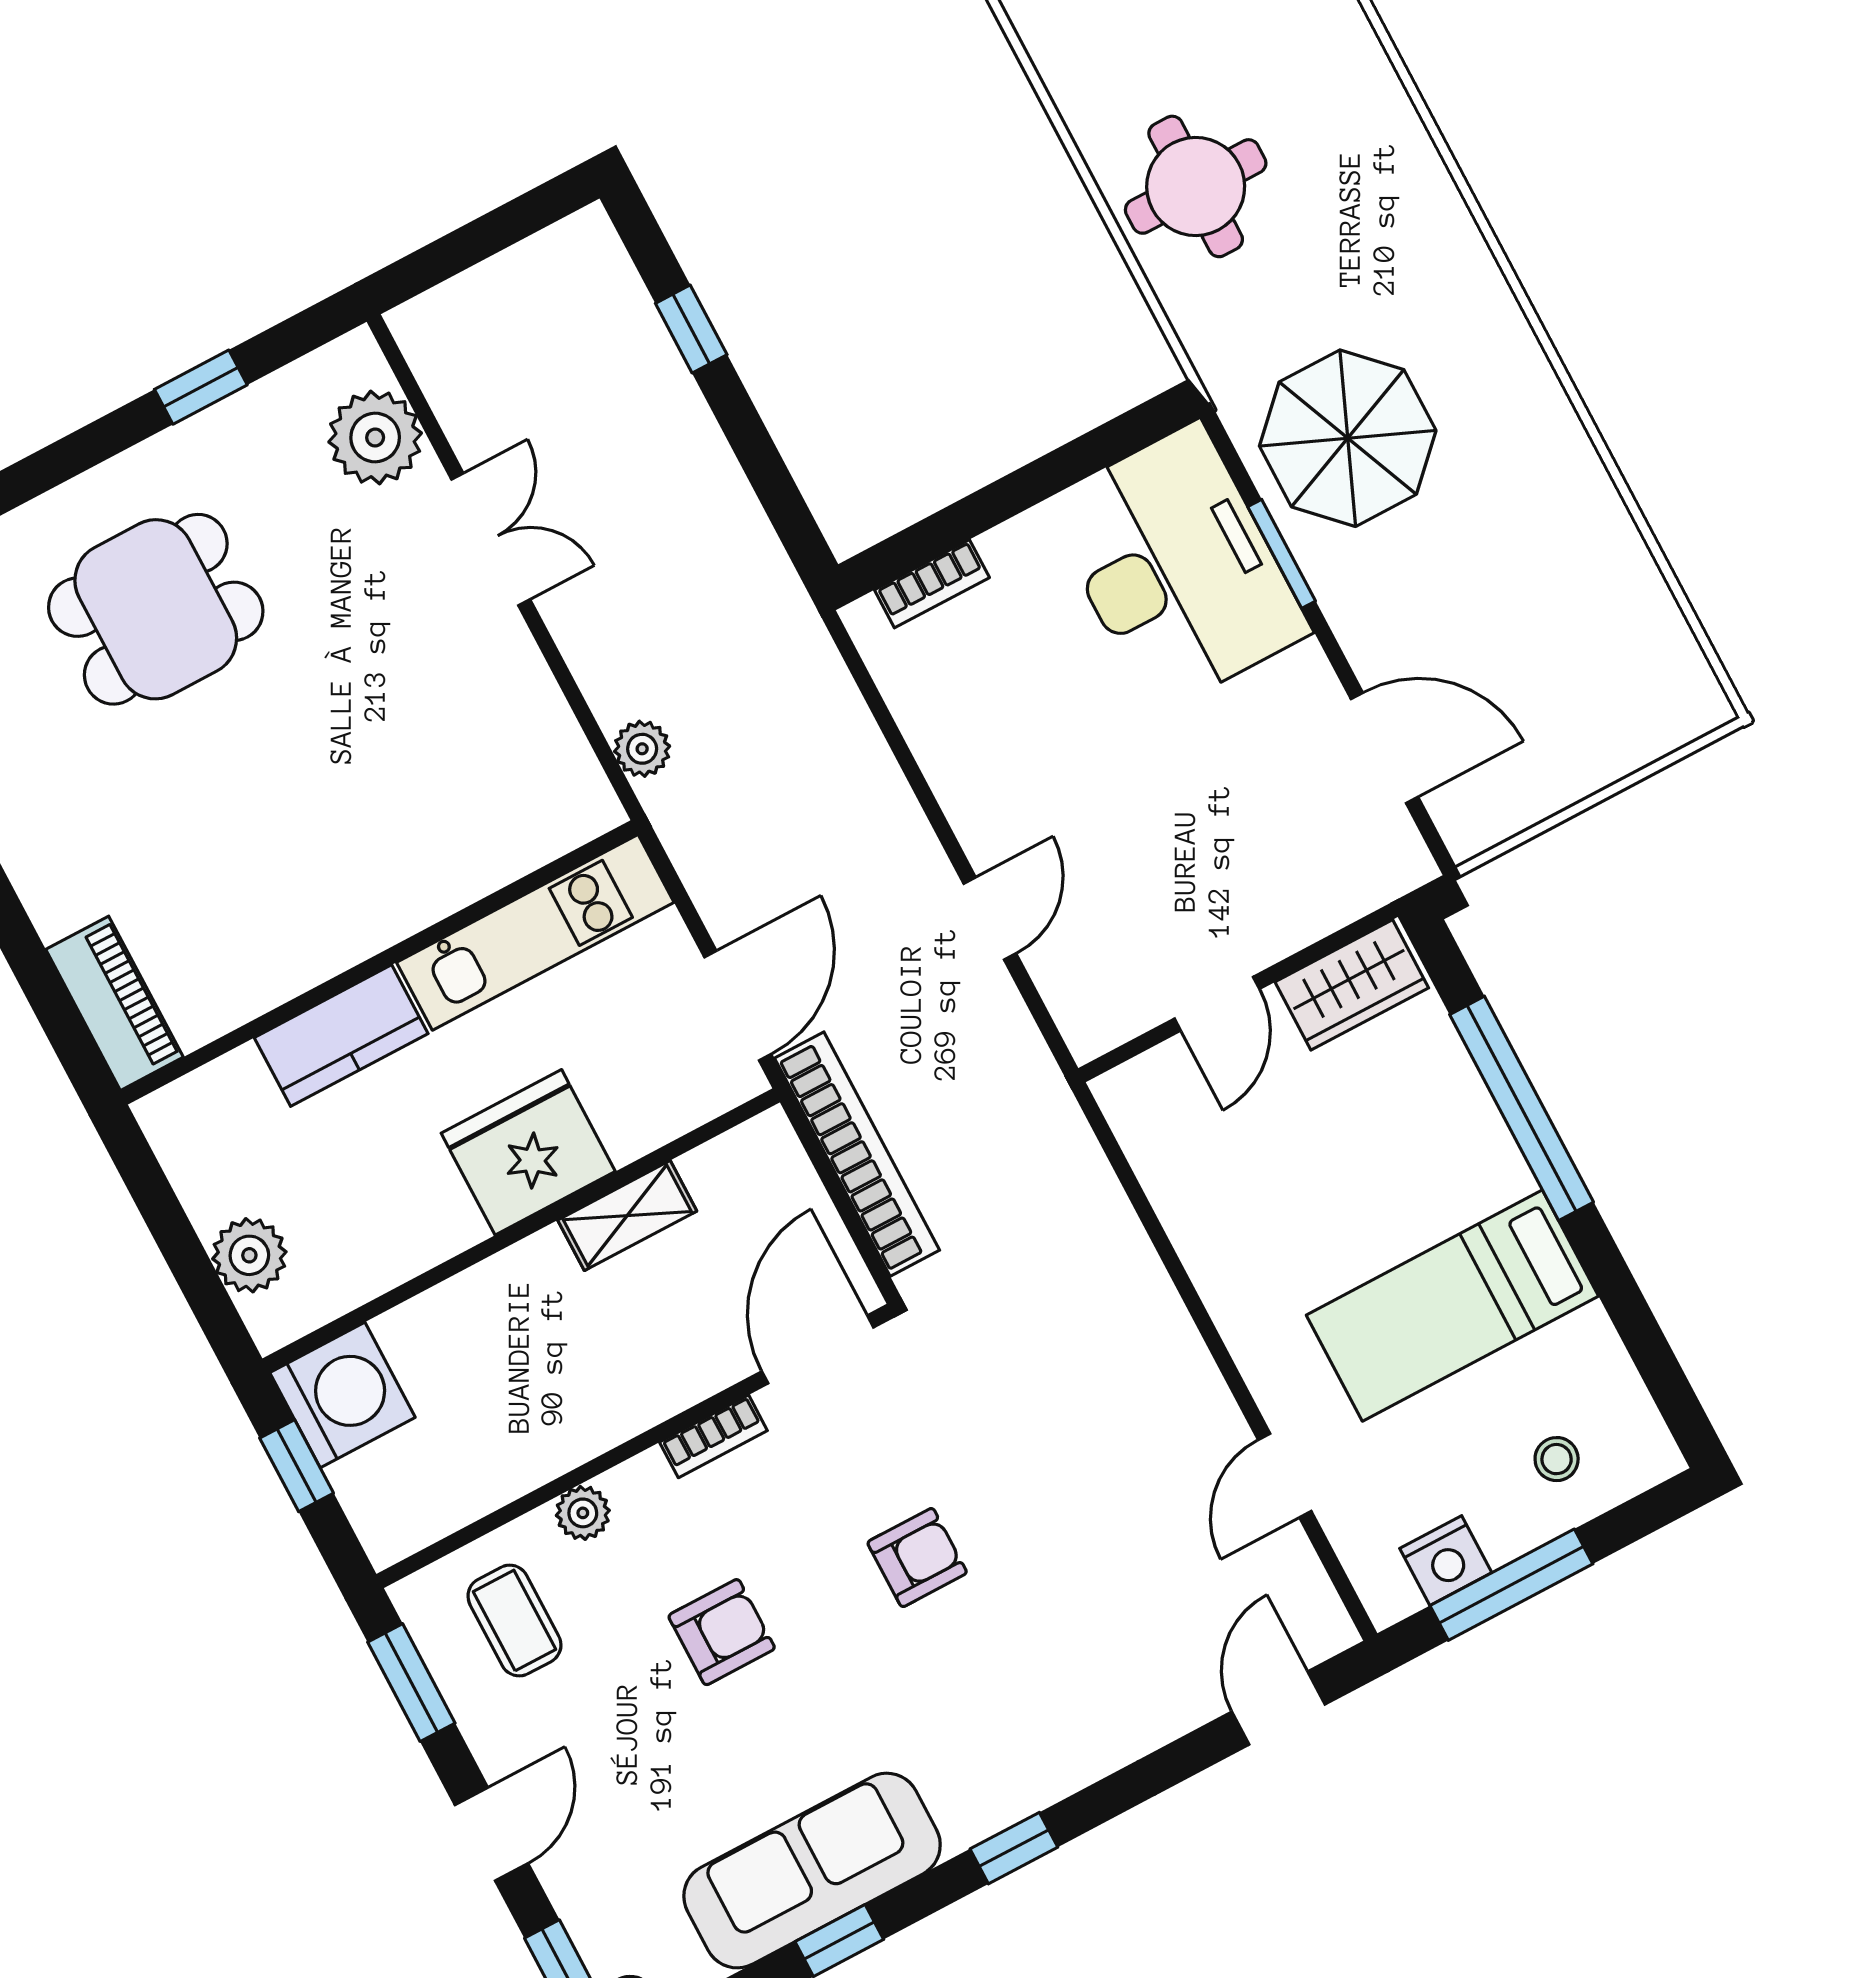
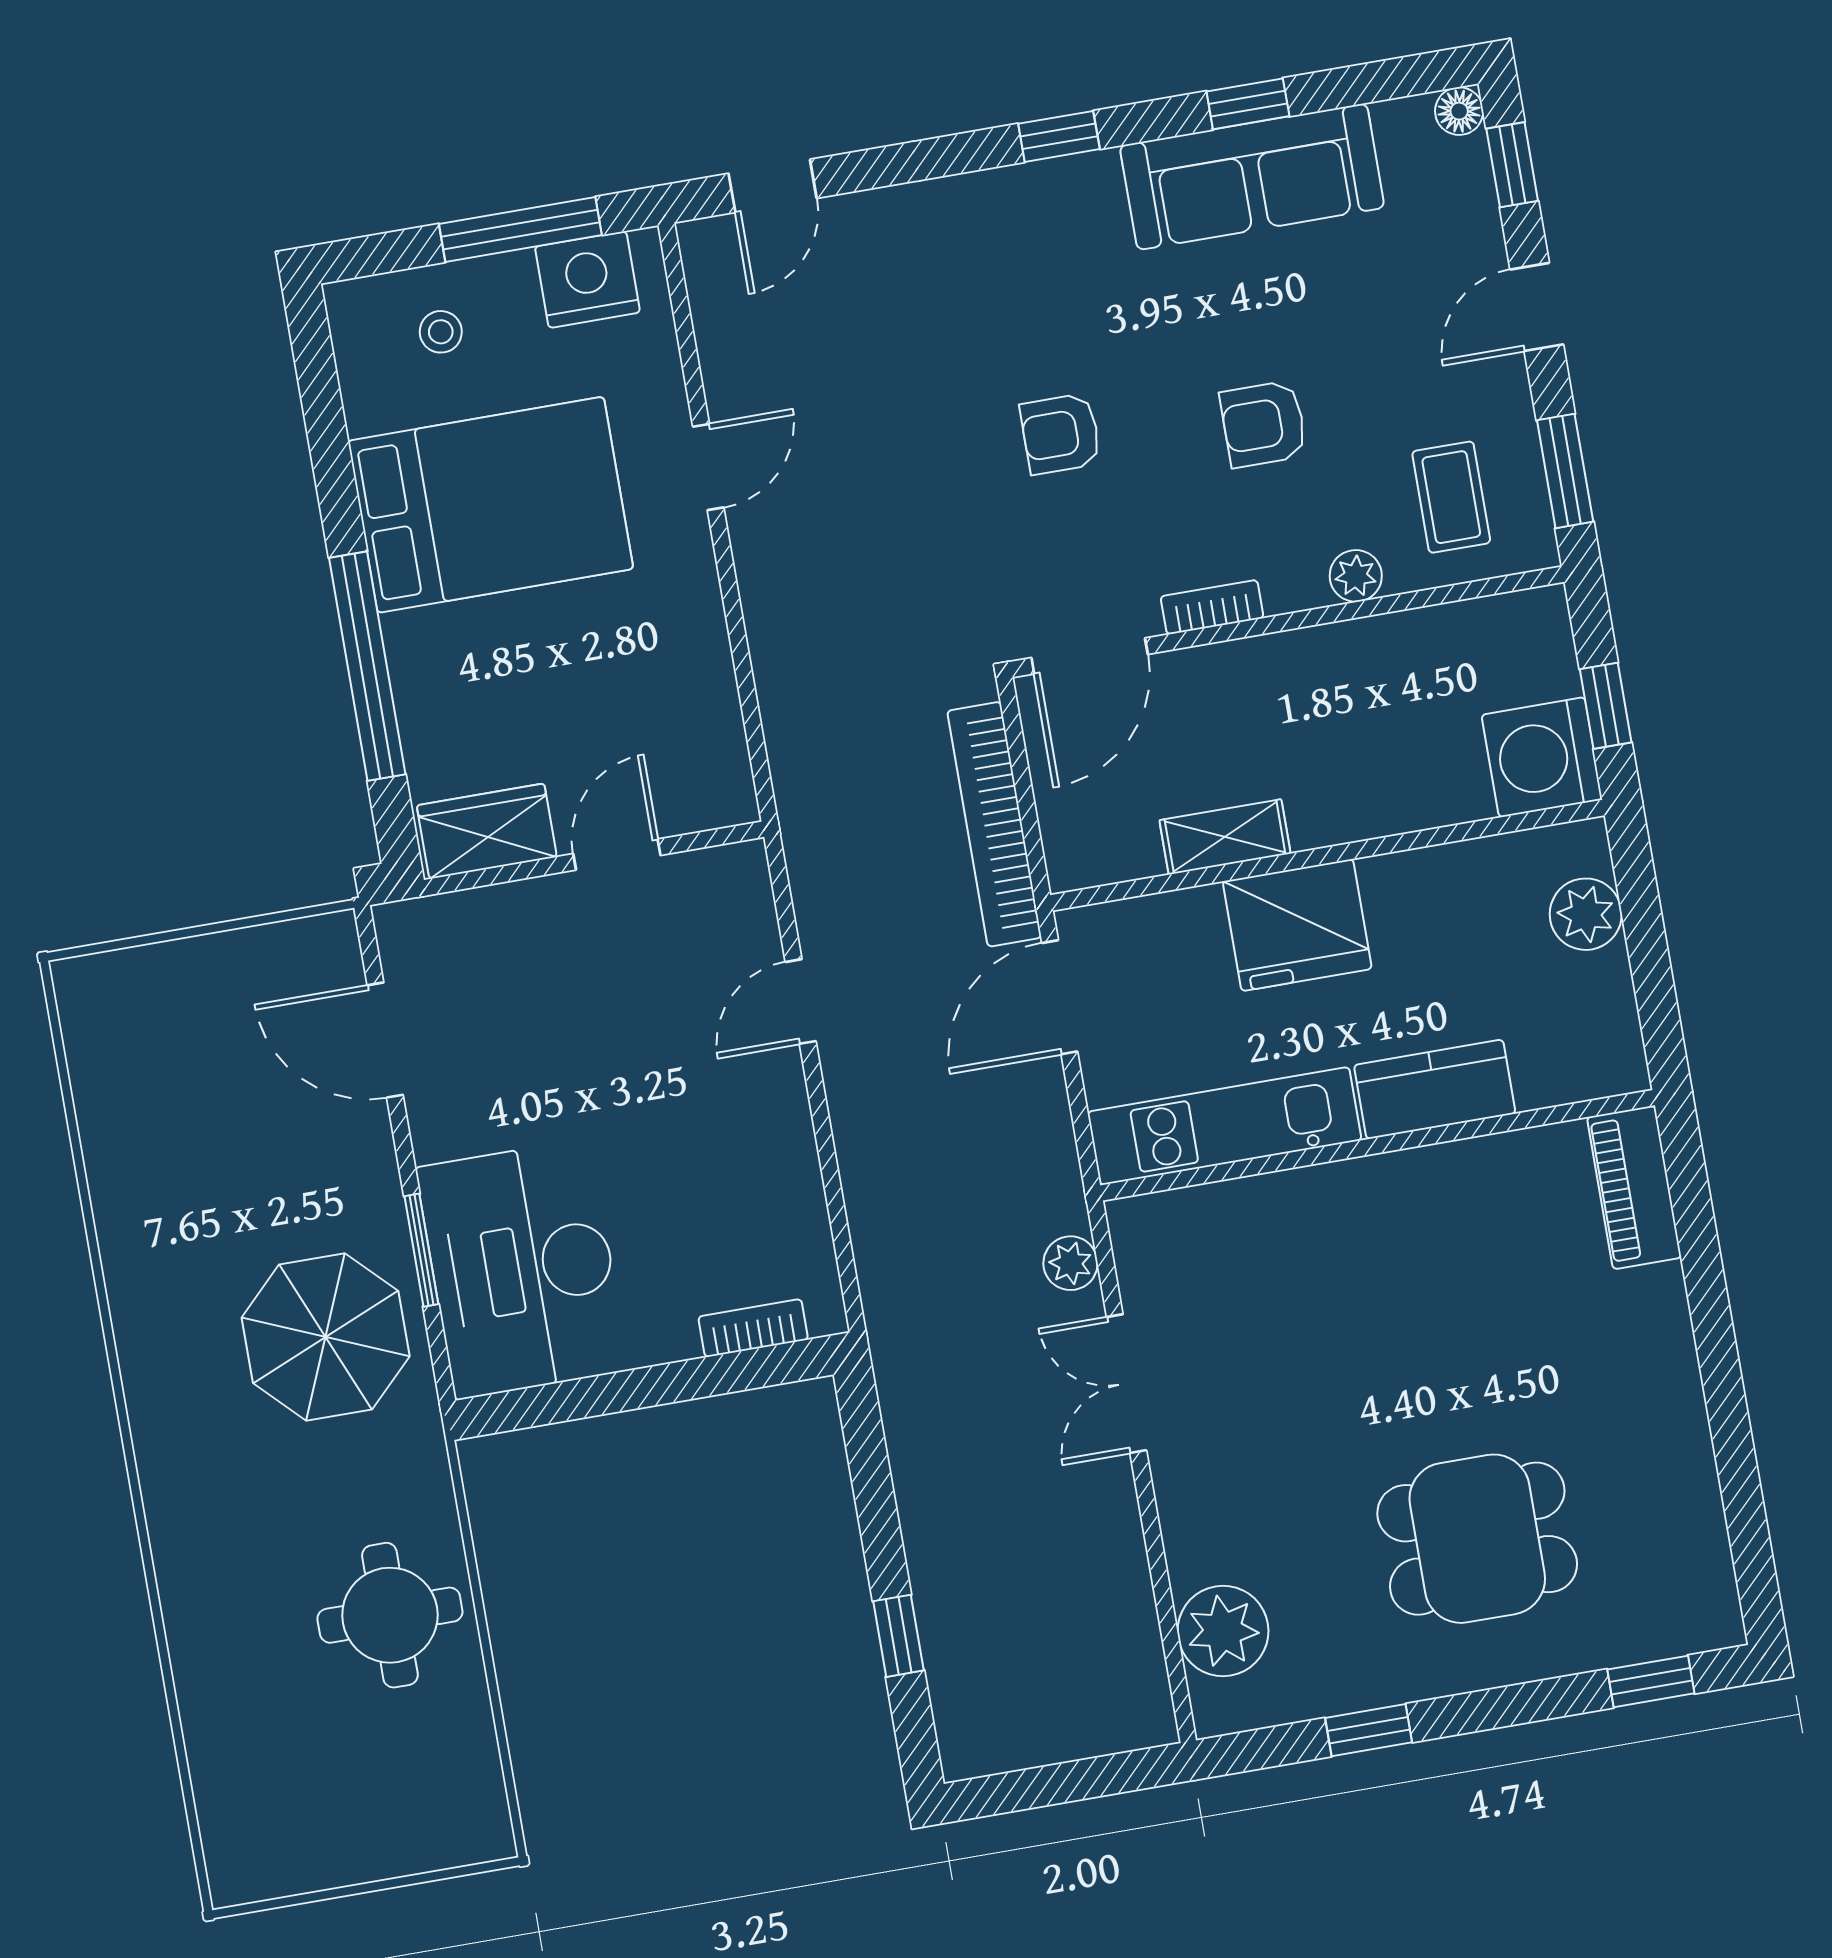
double door: (491, 539) -> (1126, 1384), moved
bed: (1452, 1306) -> (491, 505), width x1.50
door: (1285, 1476) -> (708, 467), moved
nightstand: (1446, 1561) -> (587, 280), width x1.36, depth x1.33

